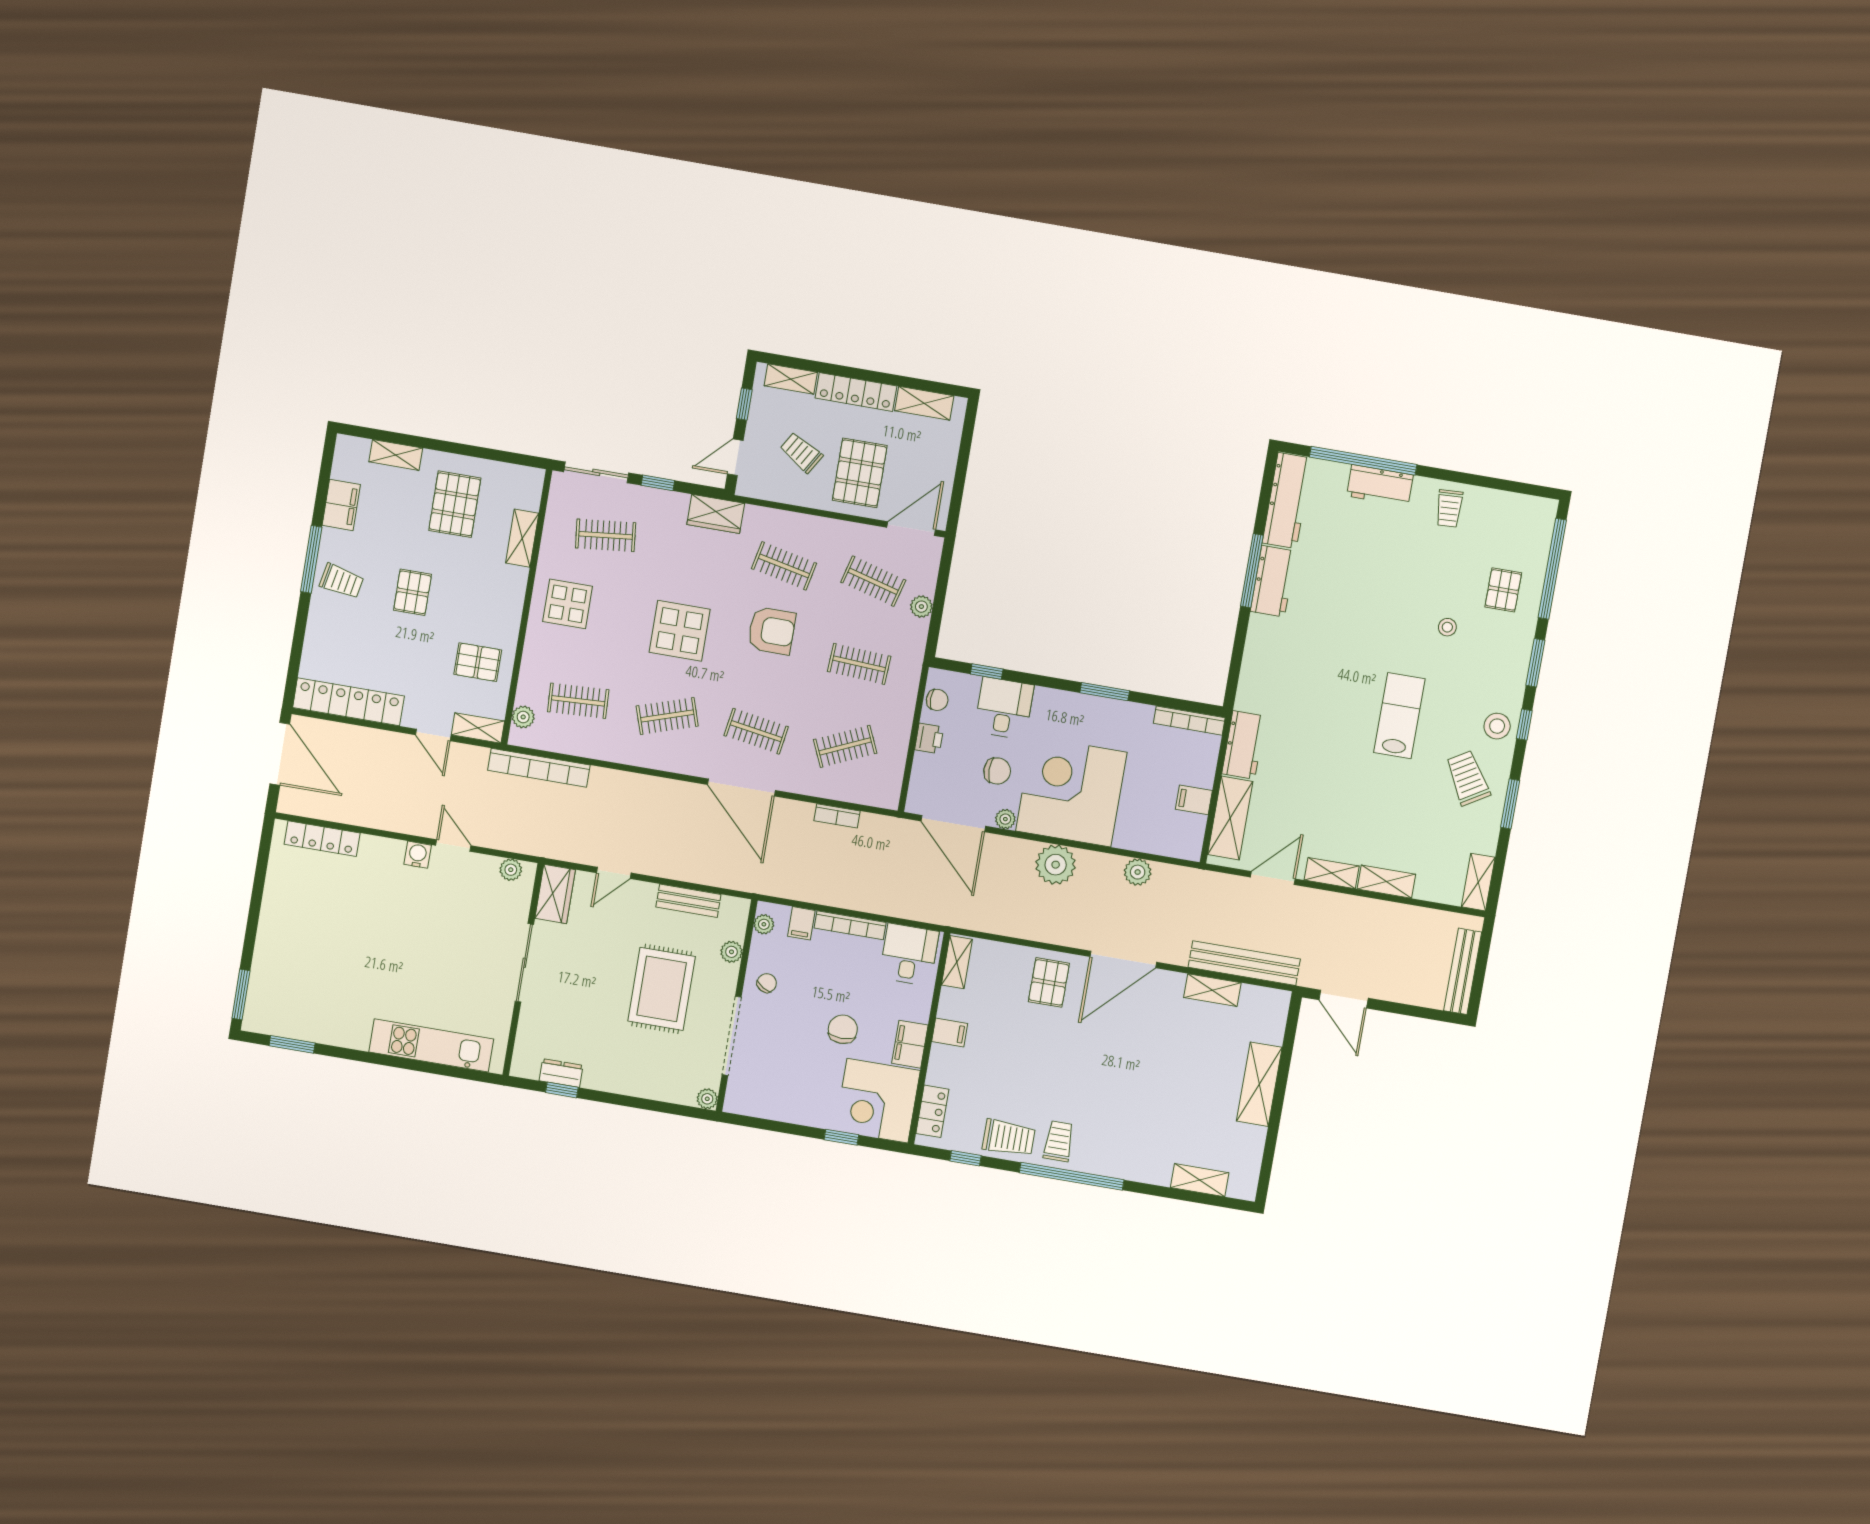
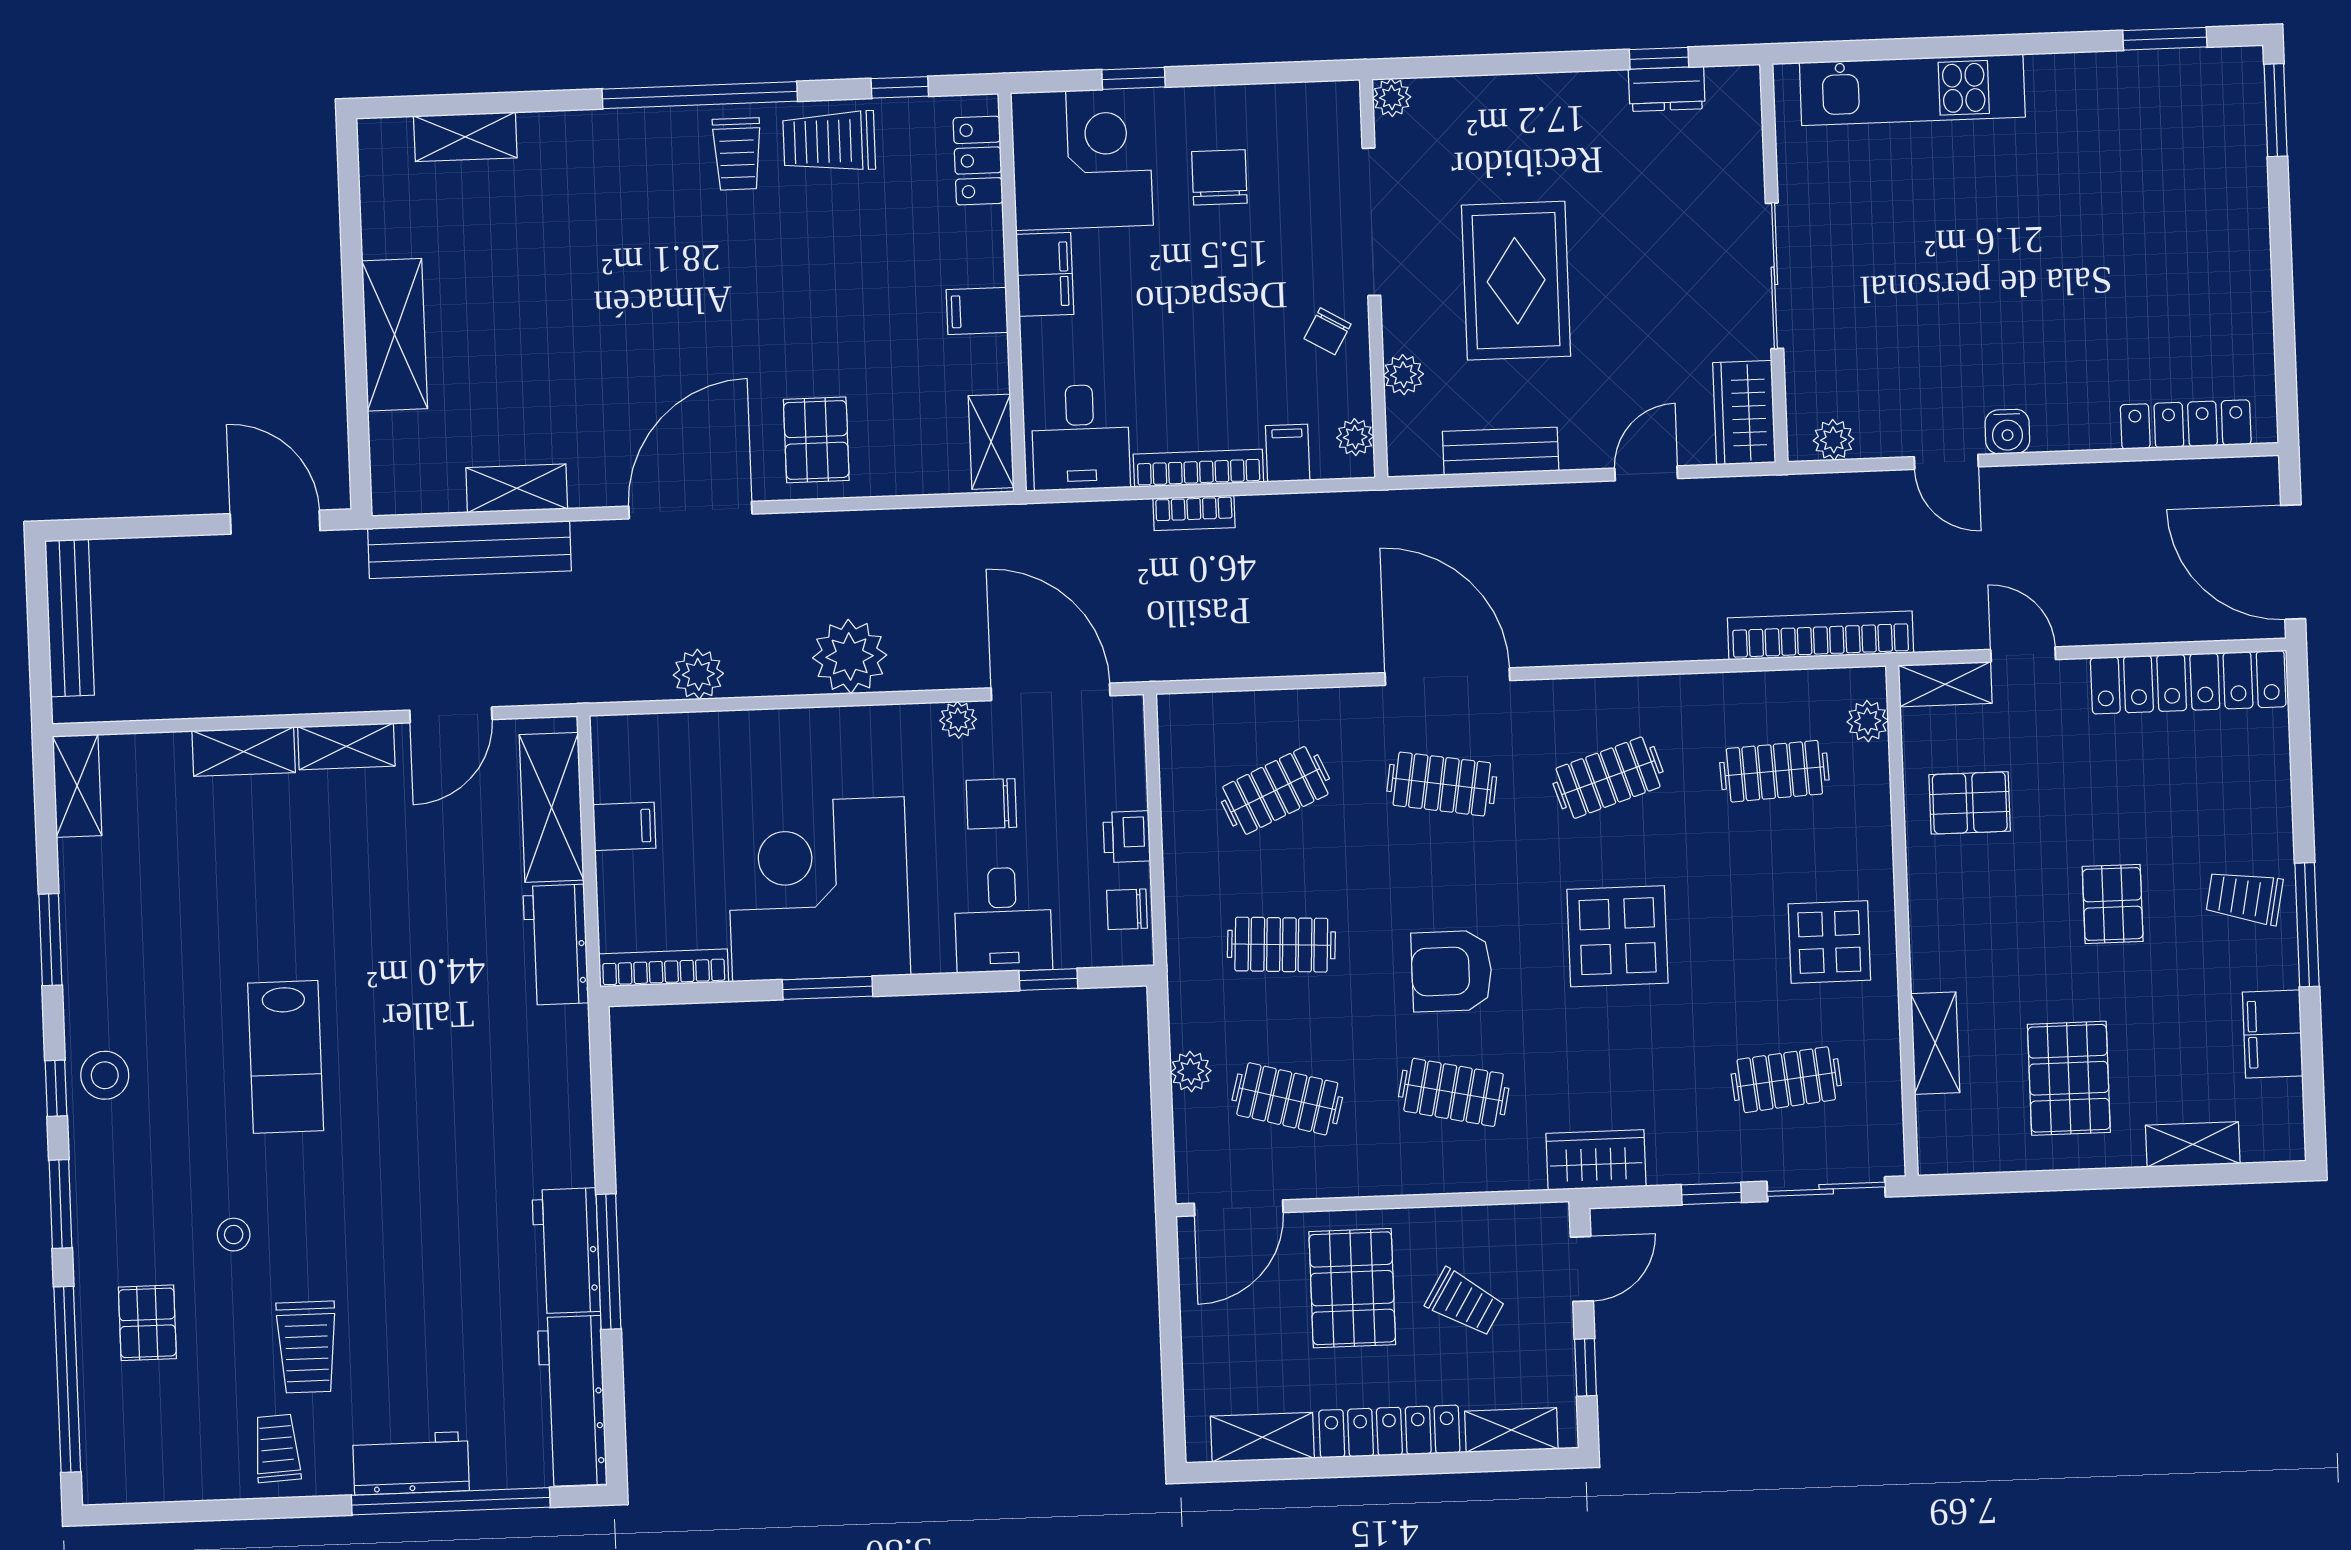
trolley: (1468, 778) -> (307, 1347), moved, turned 31
corner desk: (1071, 792) -> (818, 889), moved, turned 180
bookcase: (837, 816) -> (1194, 513), moved, turned 180
chair: (843, 1029) -> (1219, 177), moved, turned 180

